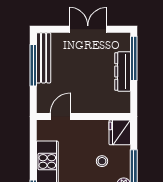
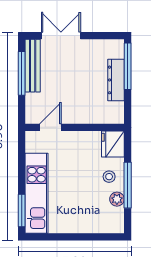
double door: (88, 29) -> (61, 36), moved
stool: (102, 161) -> (109, 177), moved

